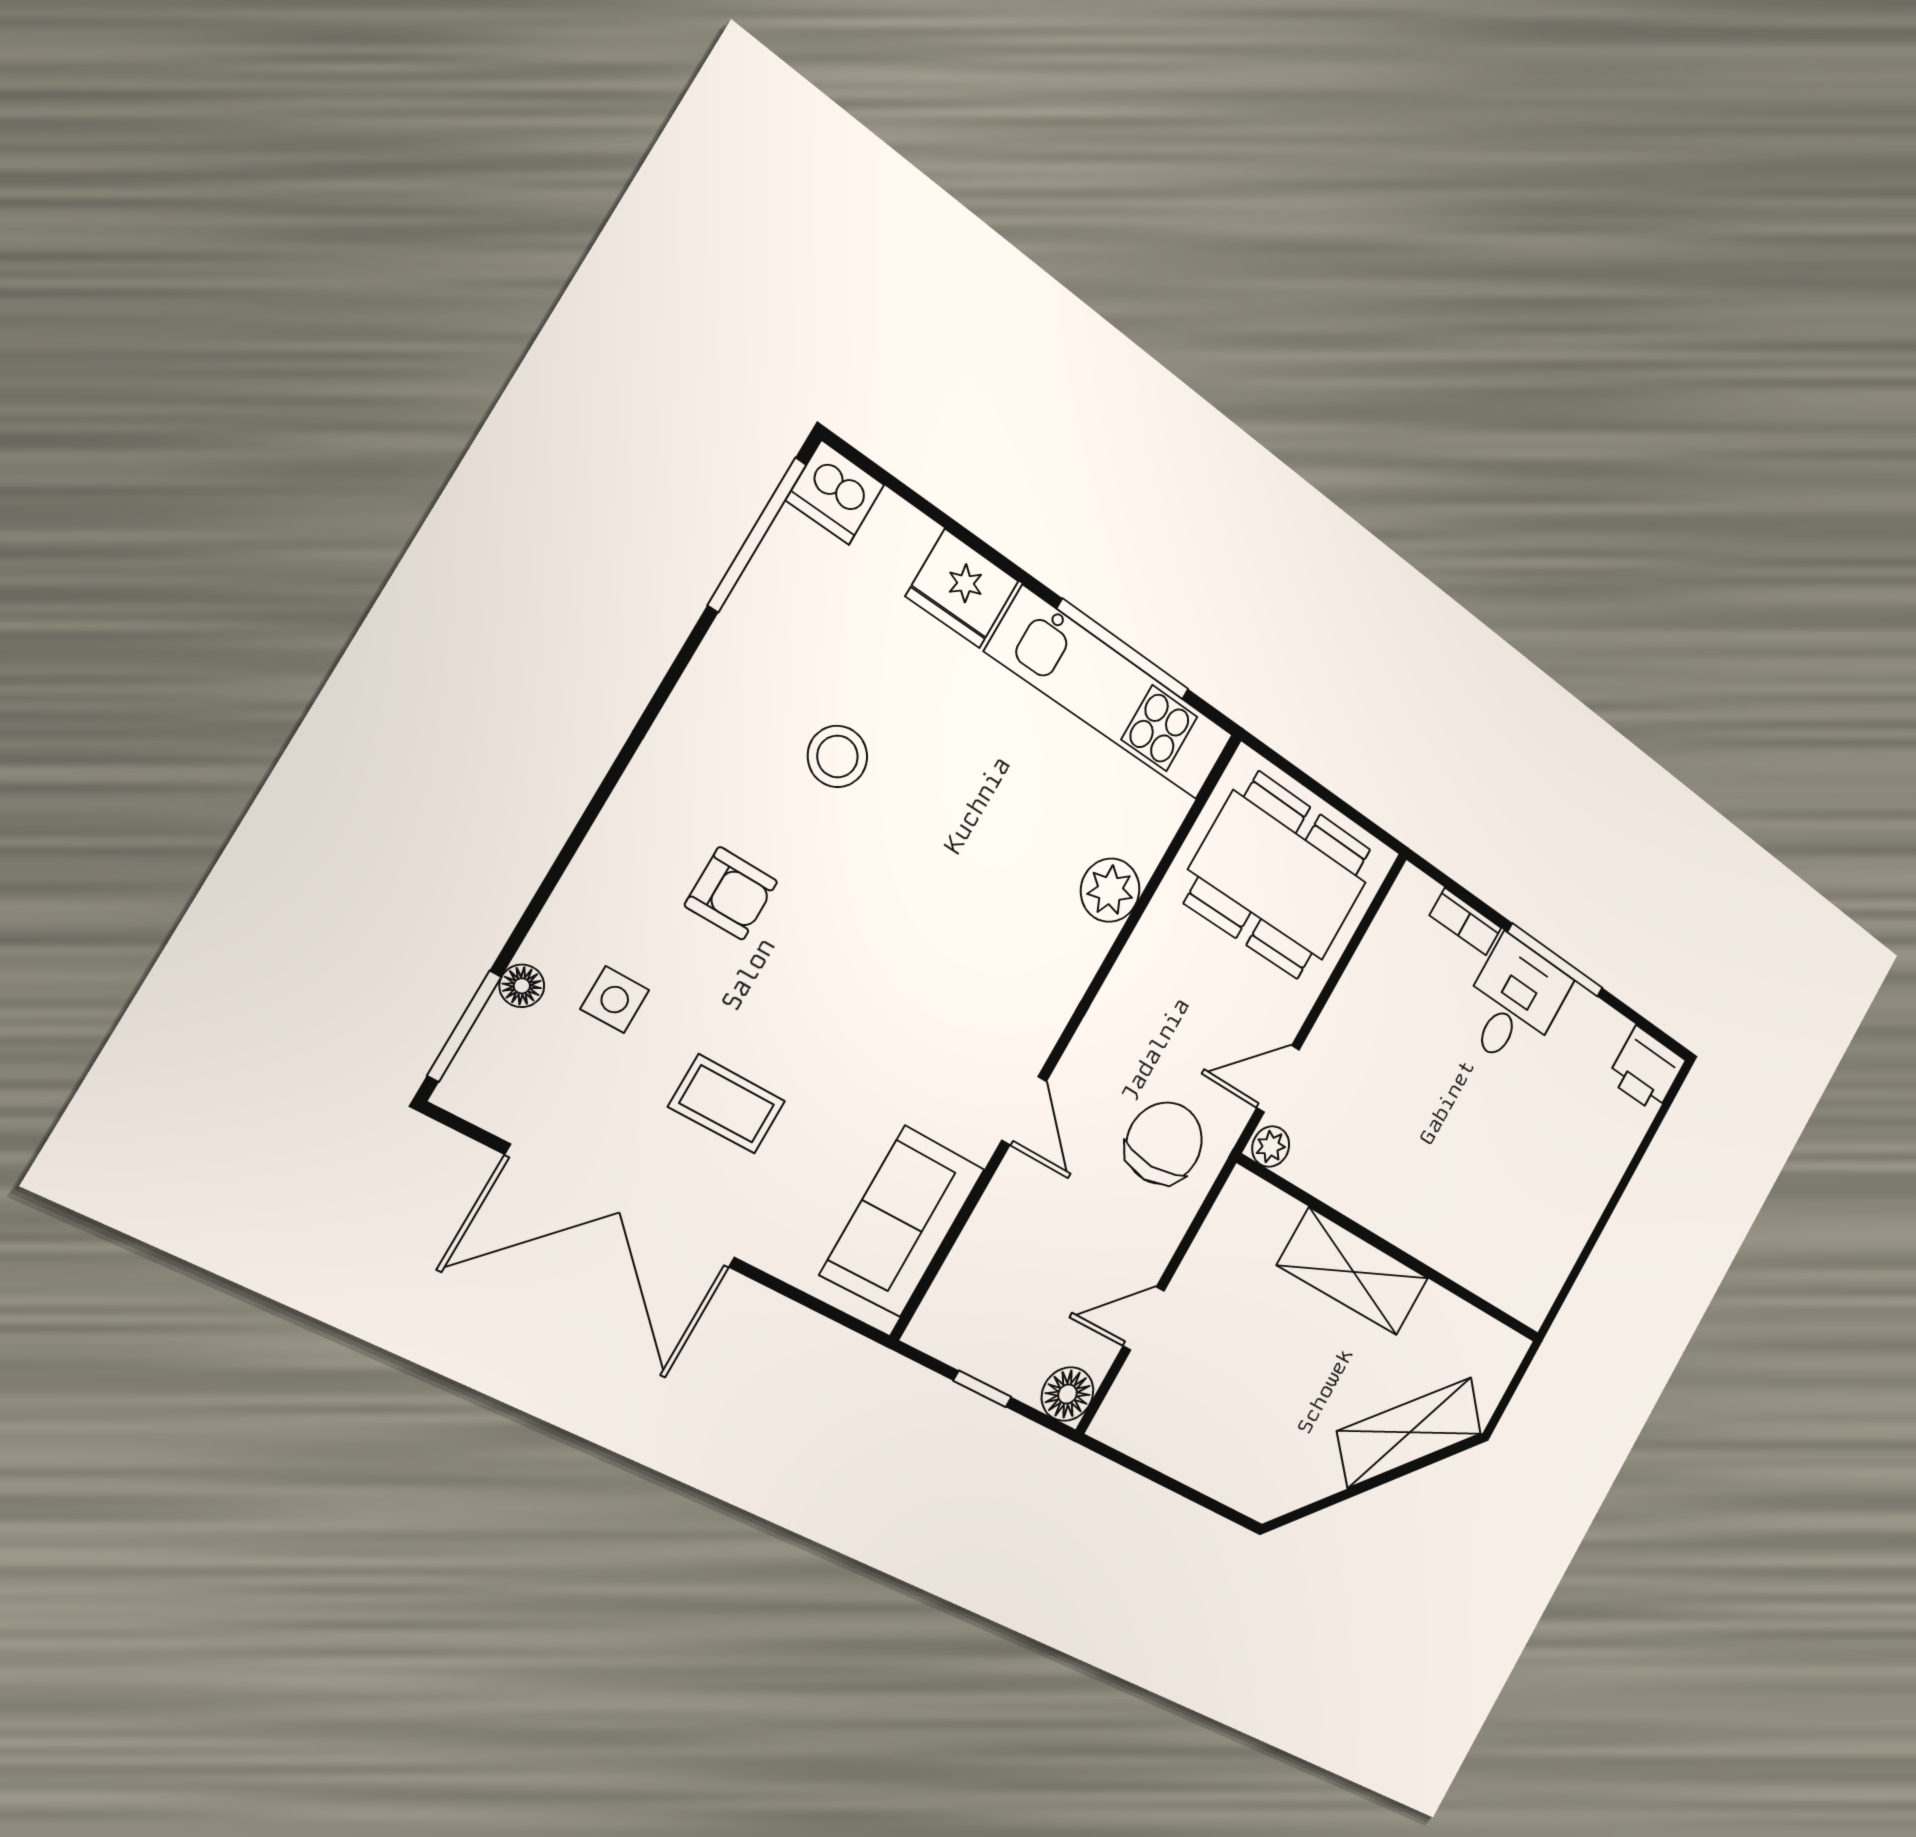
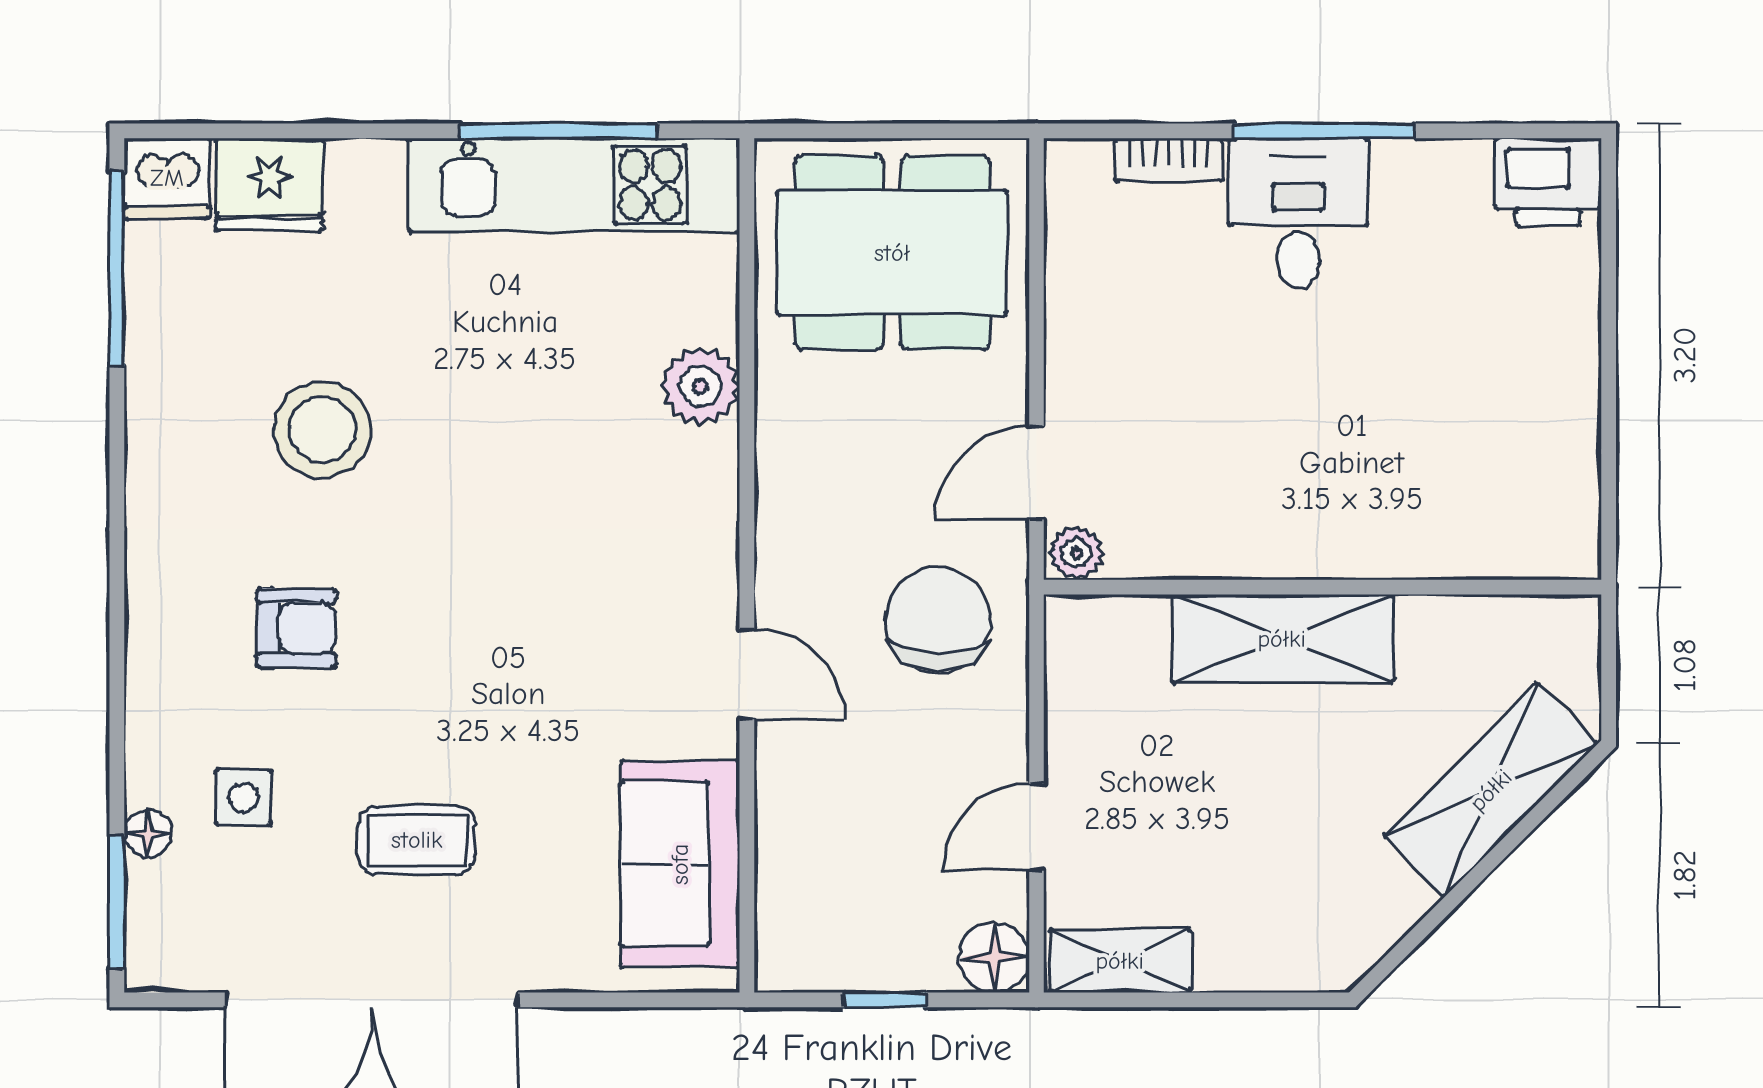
fridge: (962, 589) -> (269, 184), moved
stool: (837, 756) -> (322, 430), width x1.38, depth x1.38
shelving: (1142, 1436) -> (1120, 961), added

